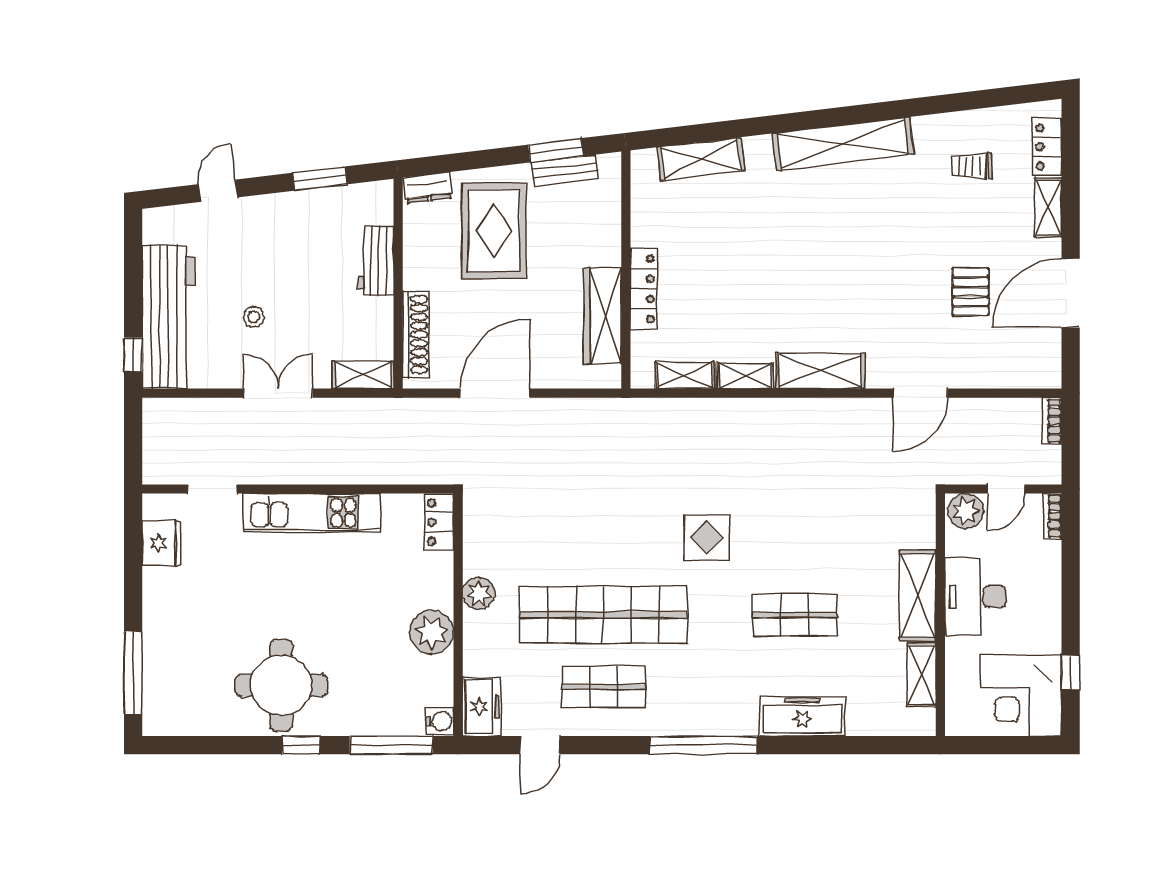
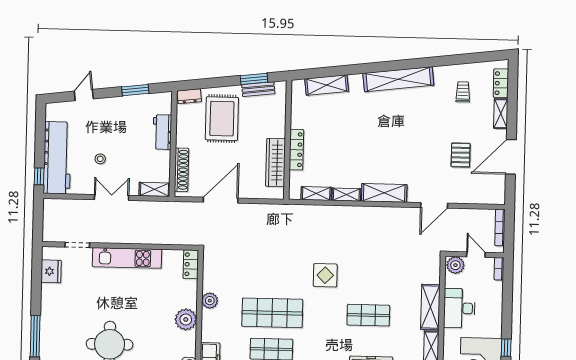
trolley: (972, 166) -> (463, 92), turned 90
bookcase: (1052, 421) -> (500, 228), width x1.56
door: (1006, 489) -> (476, 255), swing flipped
shop shelf: (604, 615) -> (272, 313), width x0.71

